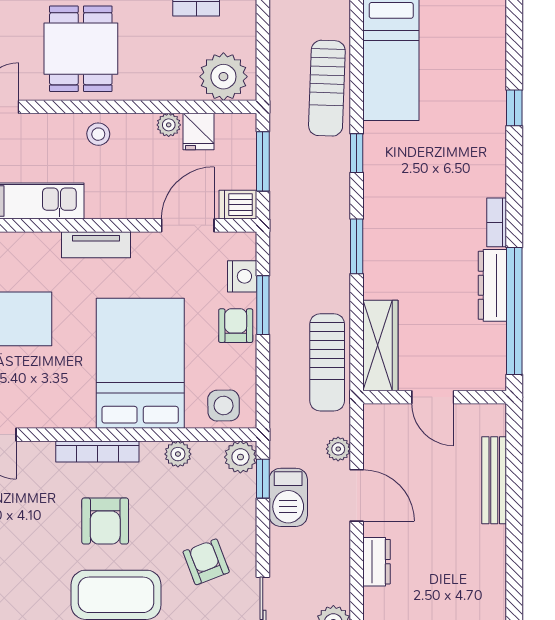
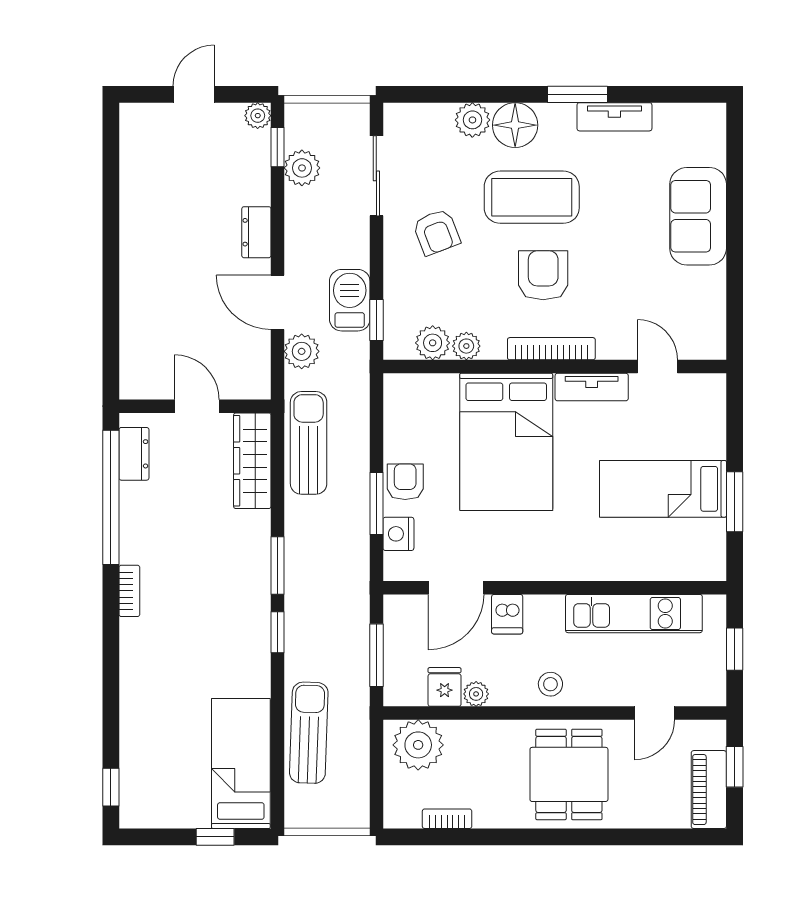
window: (514, 108) -> (111, 787), moved
window: (357, 153) -> (277, 632), moved
dishwasher: (238, 205) -> (507, 614), moved, turned 90
tv unit: (96, 245) -> (592, 387), moved, turned 180
dresser: (492, 285) -> (134, 454), moved, width x0.70
armchair: (236, 326) -> (405, 482), turned 180
side table: (224, 406) -> (418, 397), removed
plant: (338, 449) -> (302, 351), width x1.38, depth x1.38
plant: (240, 457) -> (433, 343), moved
bench: (494, 480) -> (132, 318), removed

